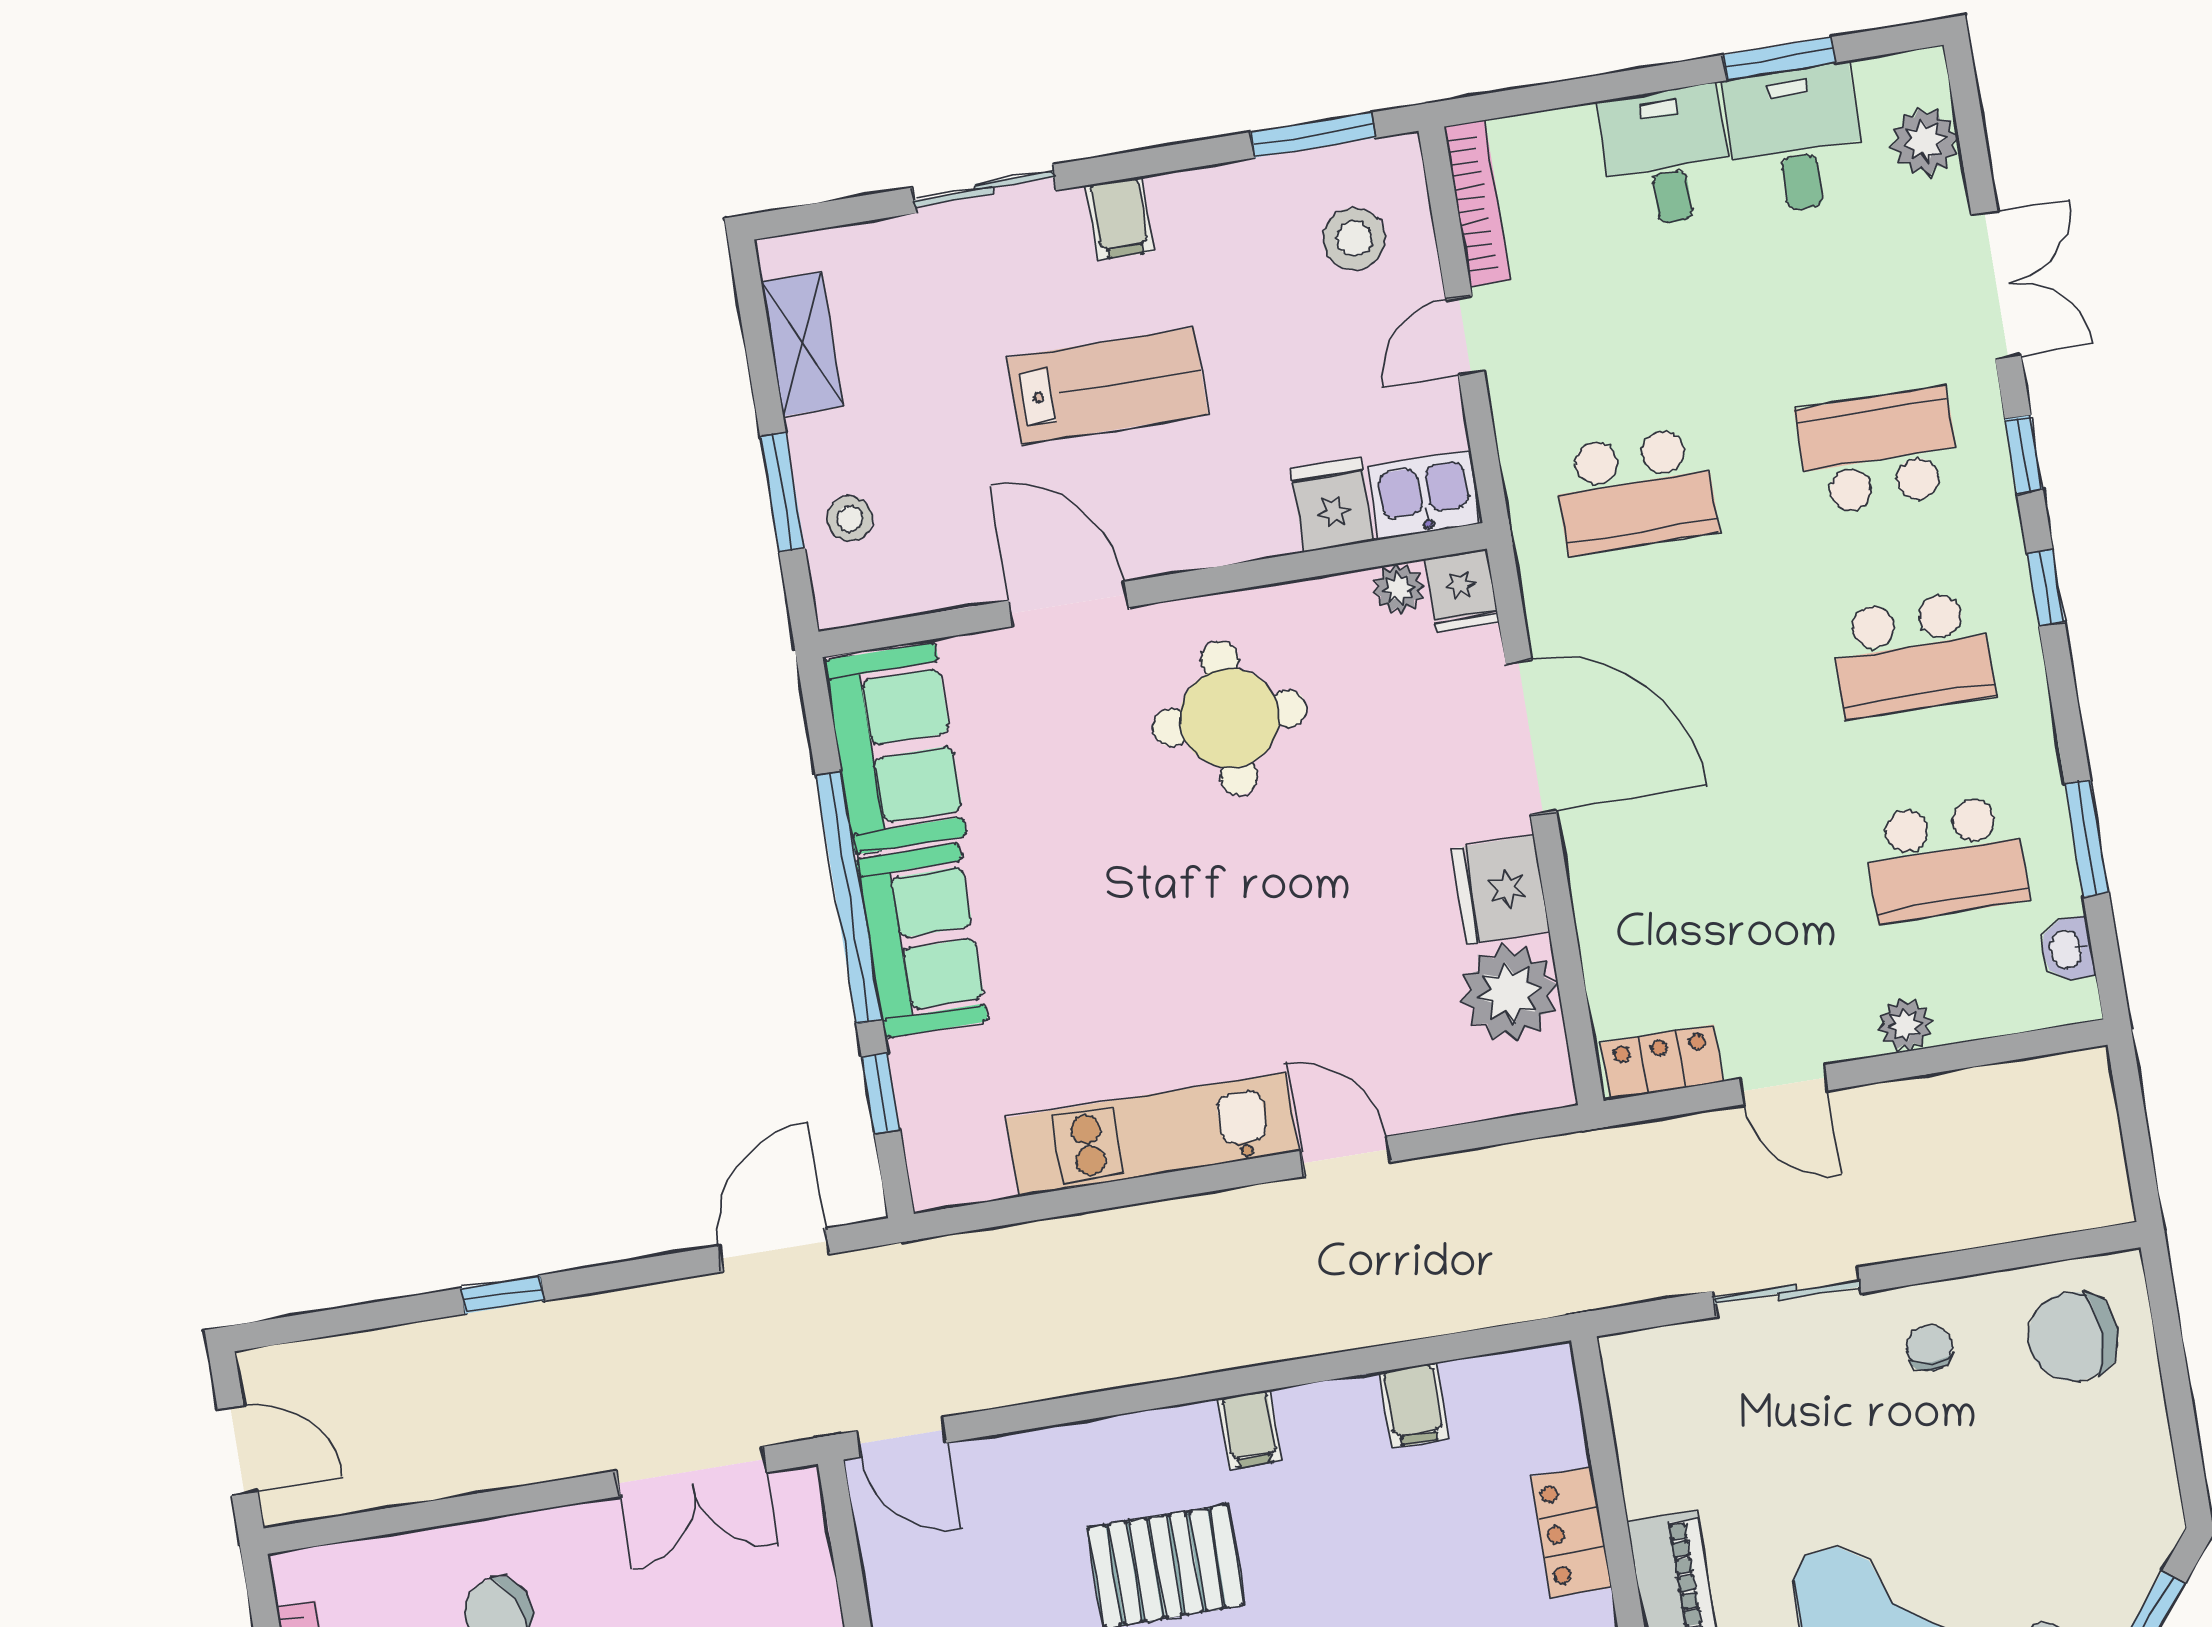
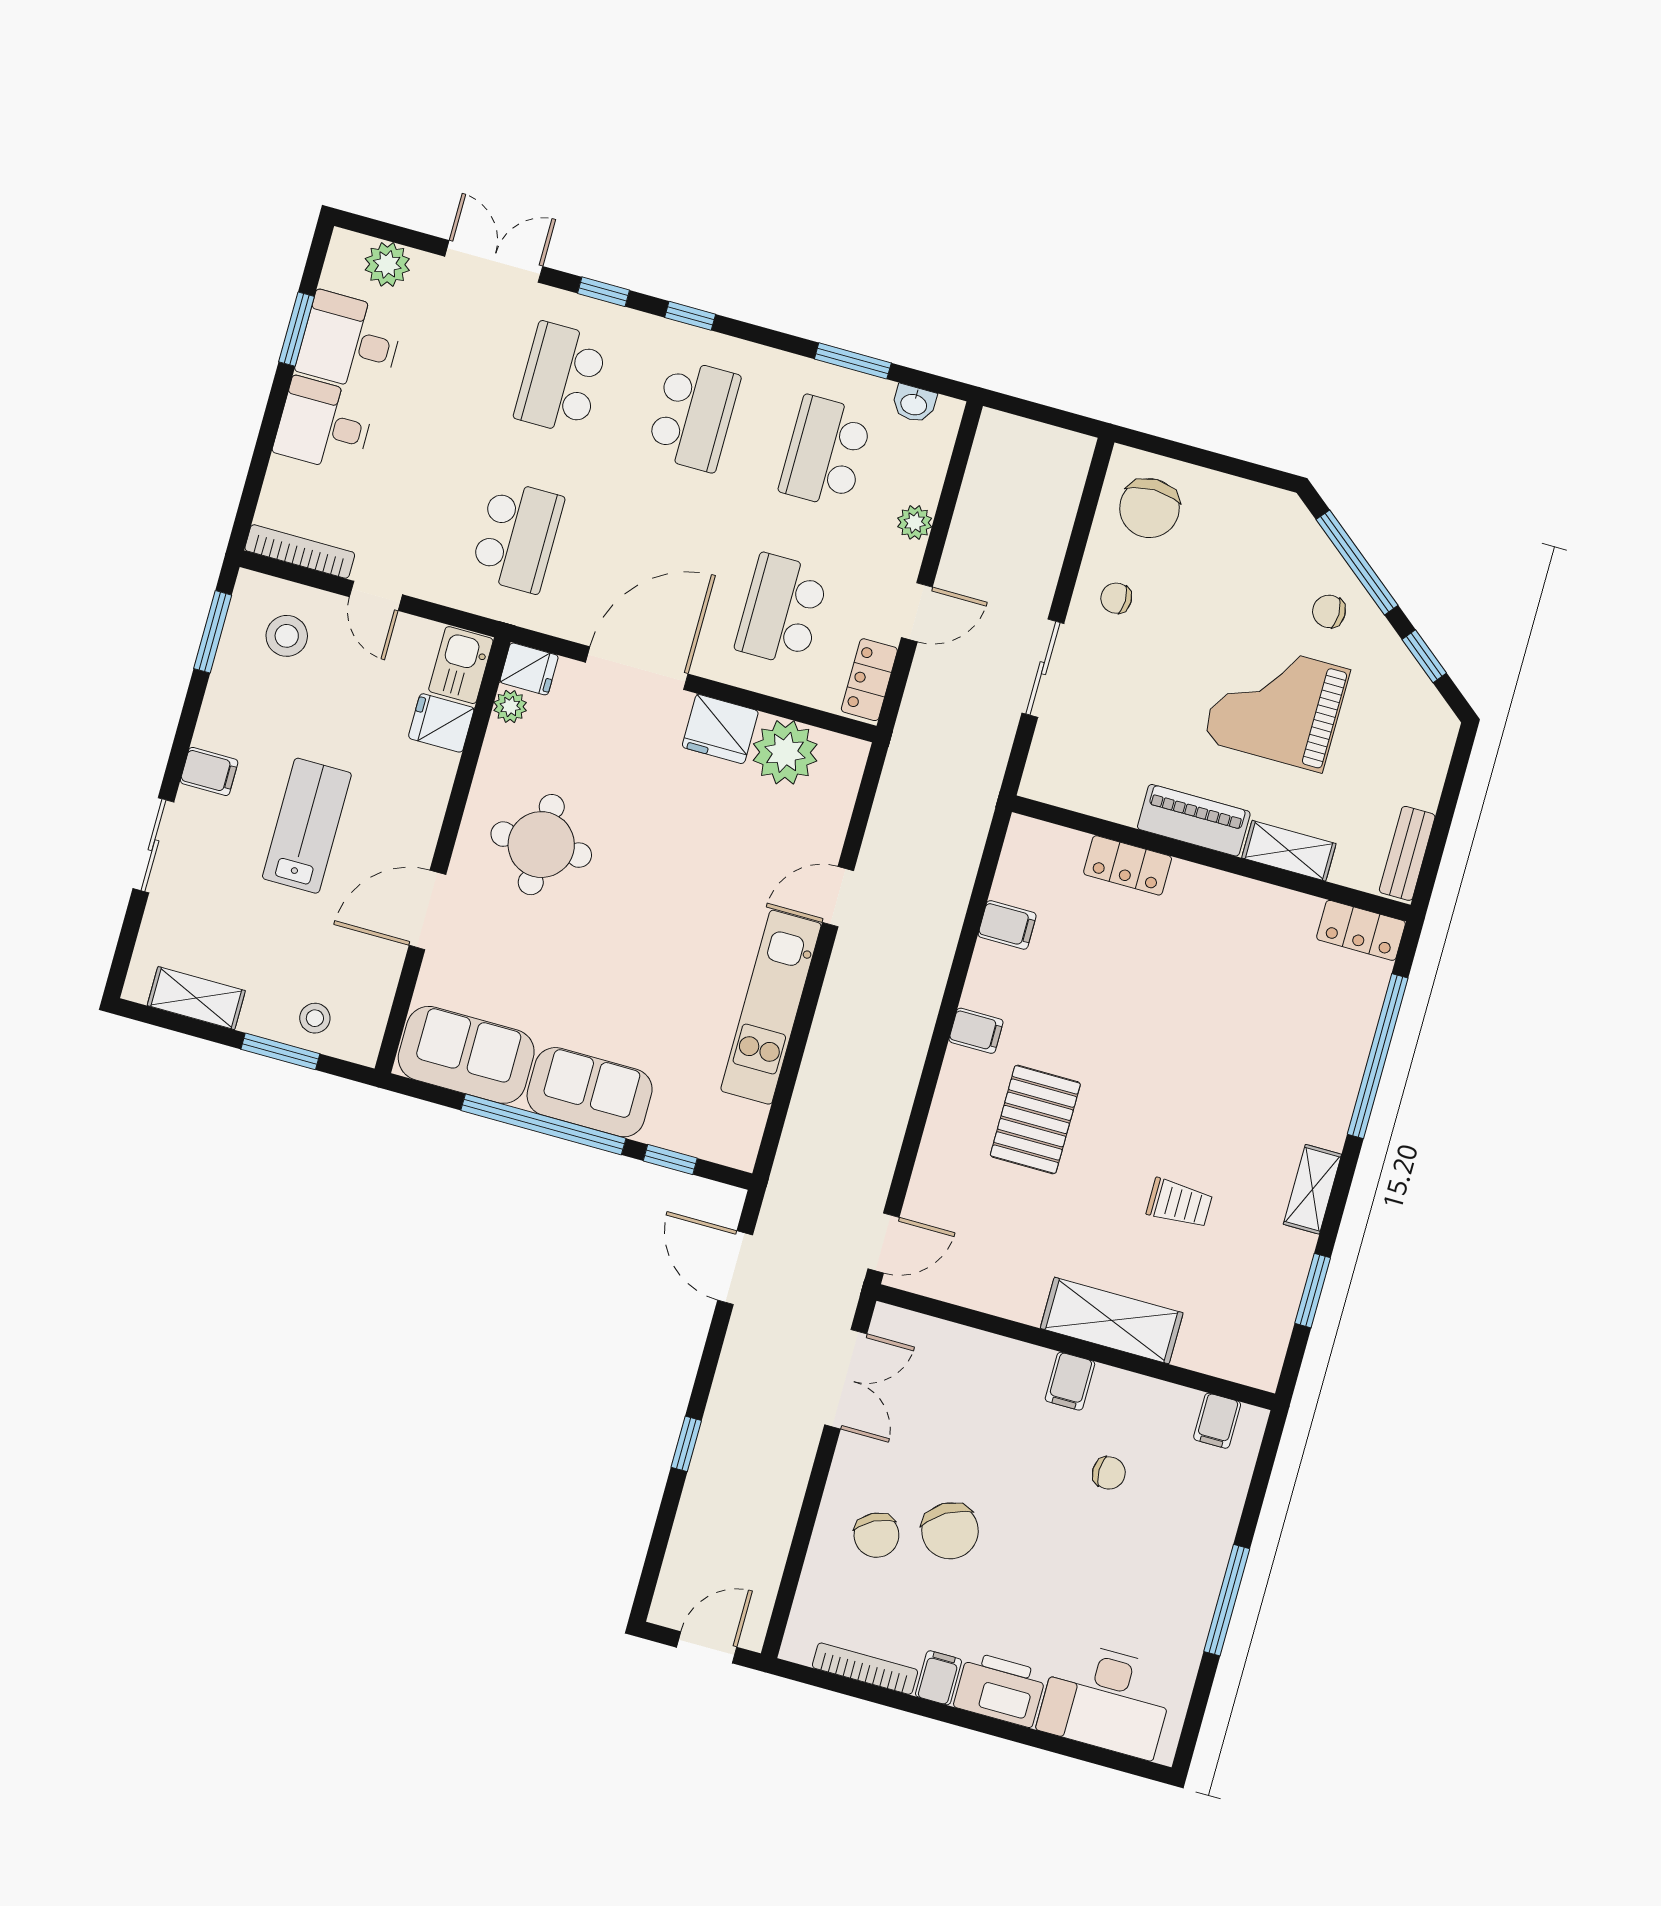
school desk: (1946, 859) -> (826, 452), turned 180
school desk: (1702, 899) -> (782, 610), added

